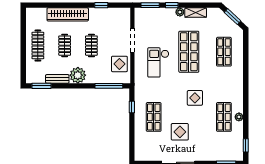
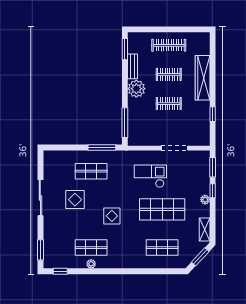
shelving: (196, 13) -> (205, 230), moved
display table: (119, 64) -> (149, 134), removed
window: (132, 107) -> (102, 147), width x2.17

